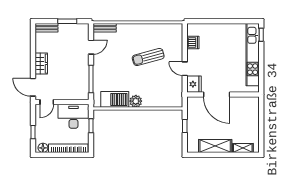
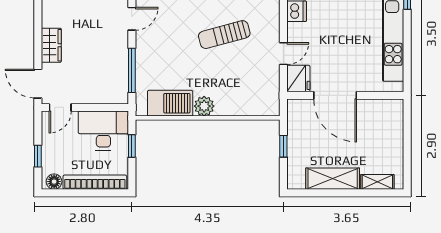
door: (185, 69) -> (283, 54), swing flipped

